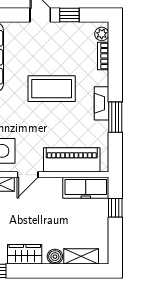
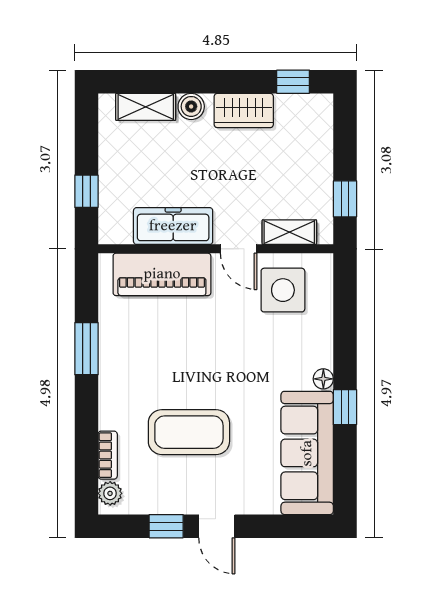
coffee table: (52, 89) -> (189, 432), moved
fireplace: (101, 103) -> (110, 373), removed
door: (28, 175) -> (239, 249), swing flipped
freezer: (86, 188) -> (173, 226), moved

